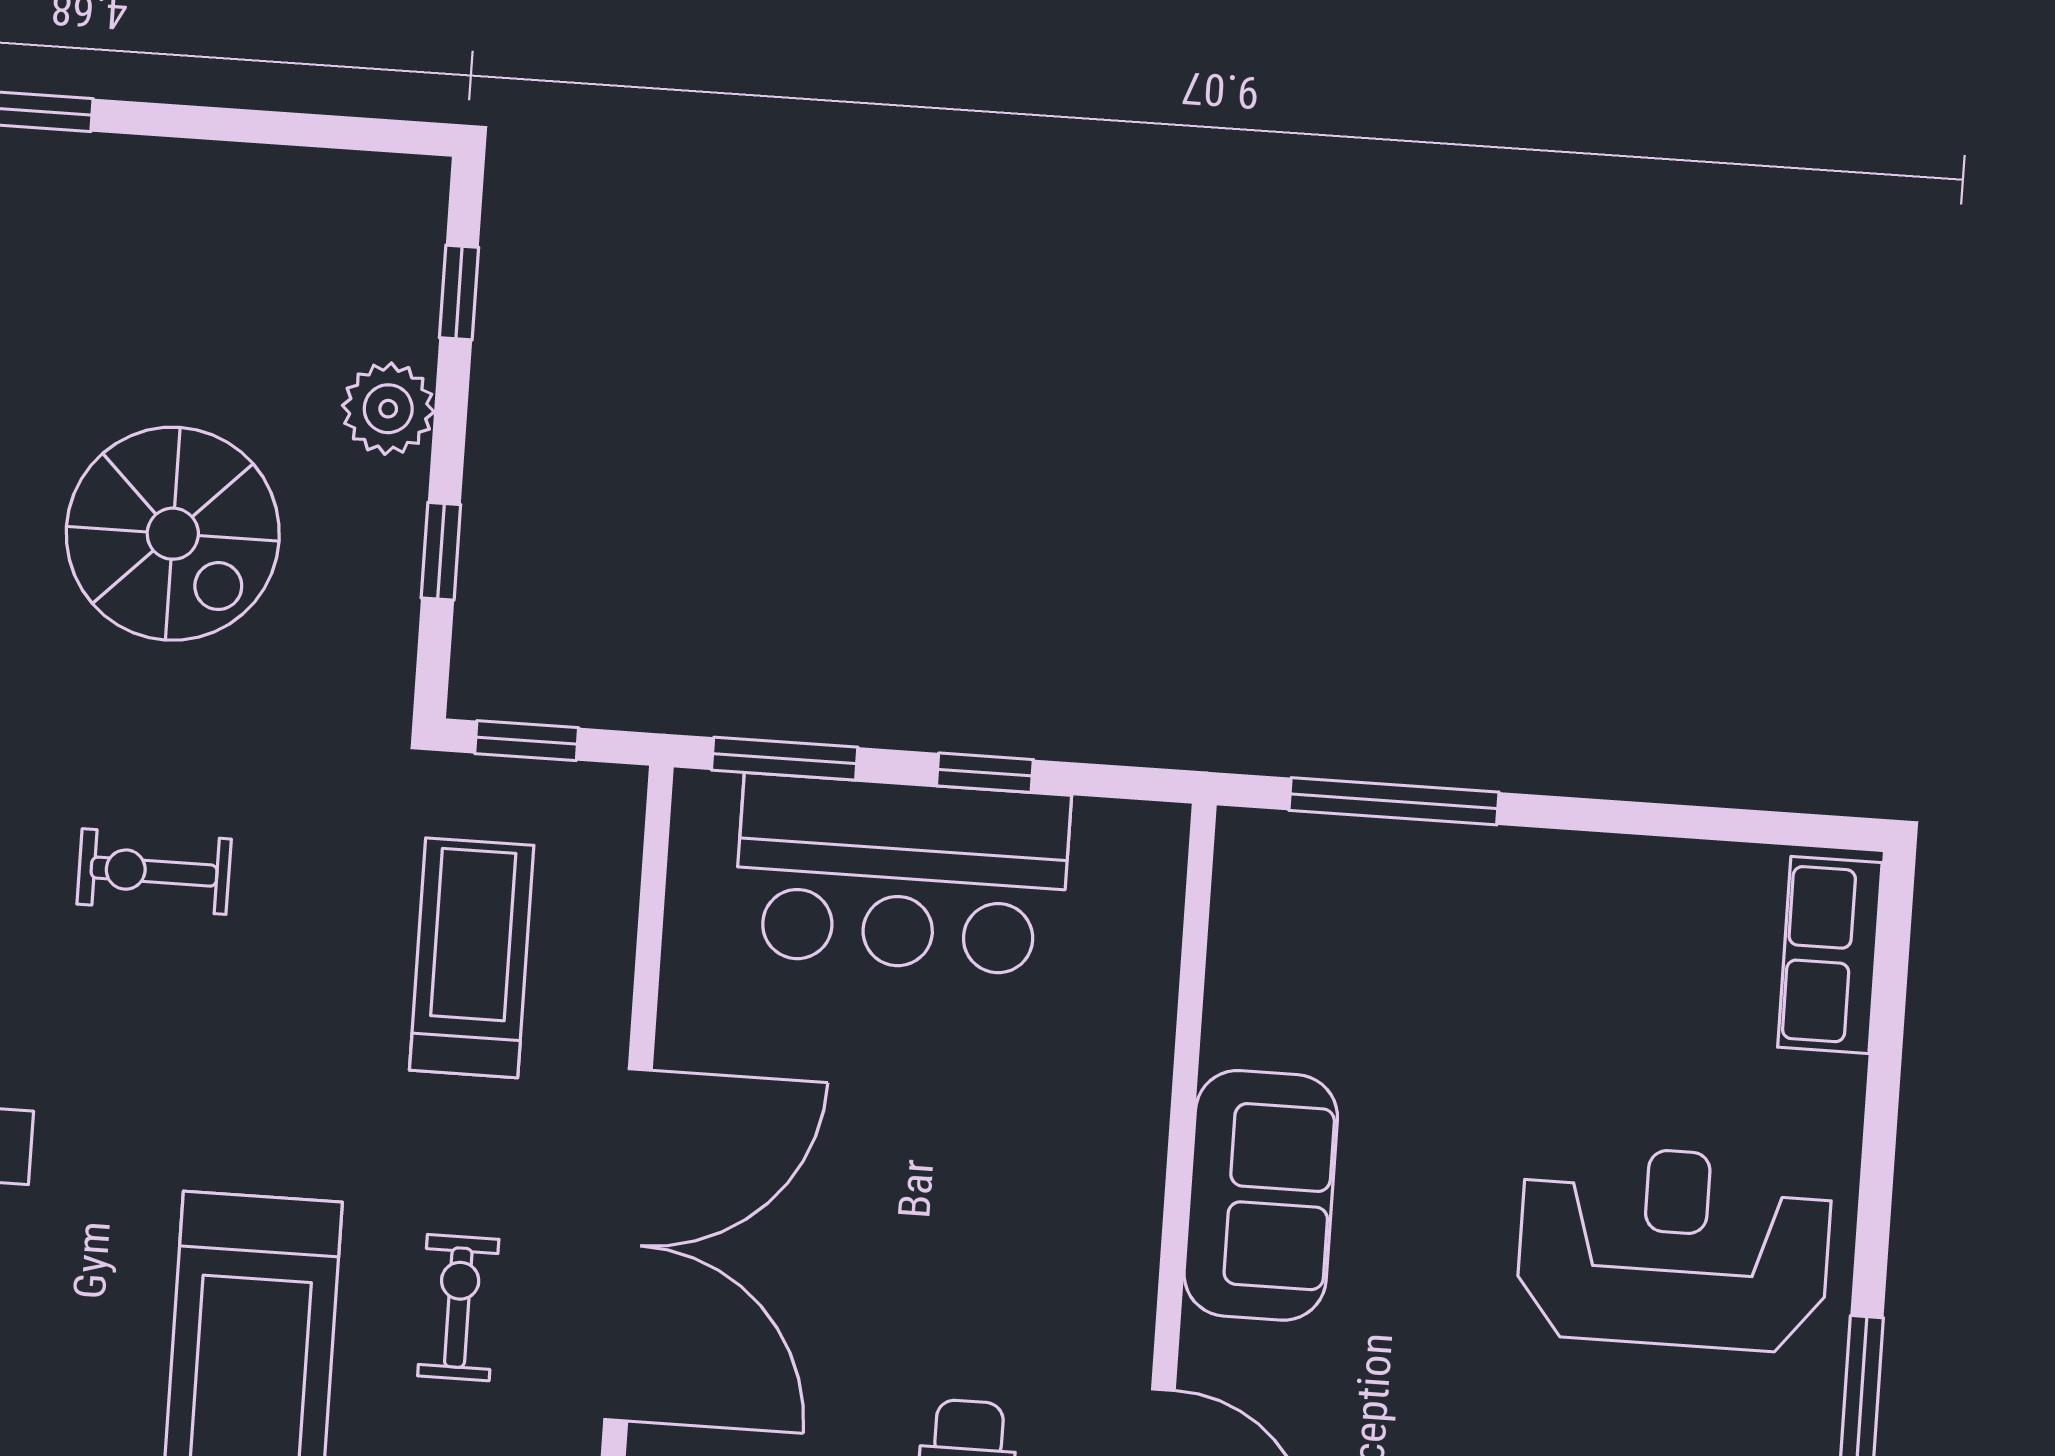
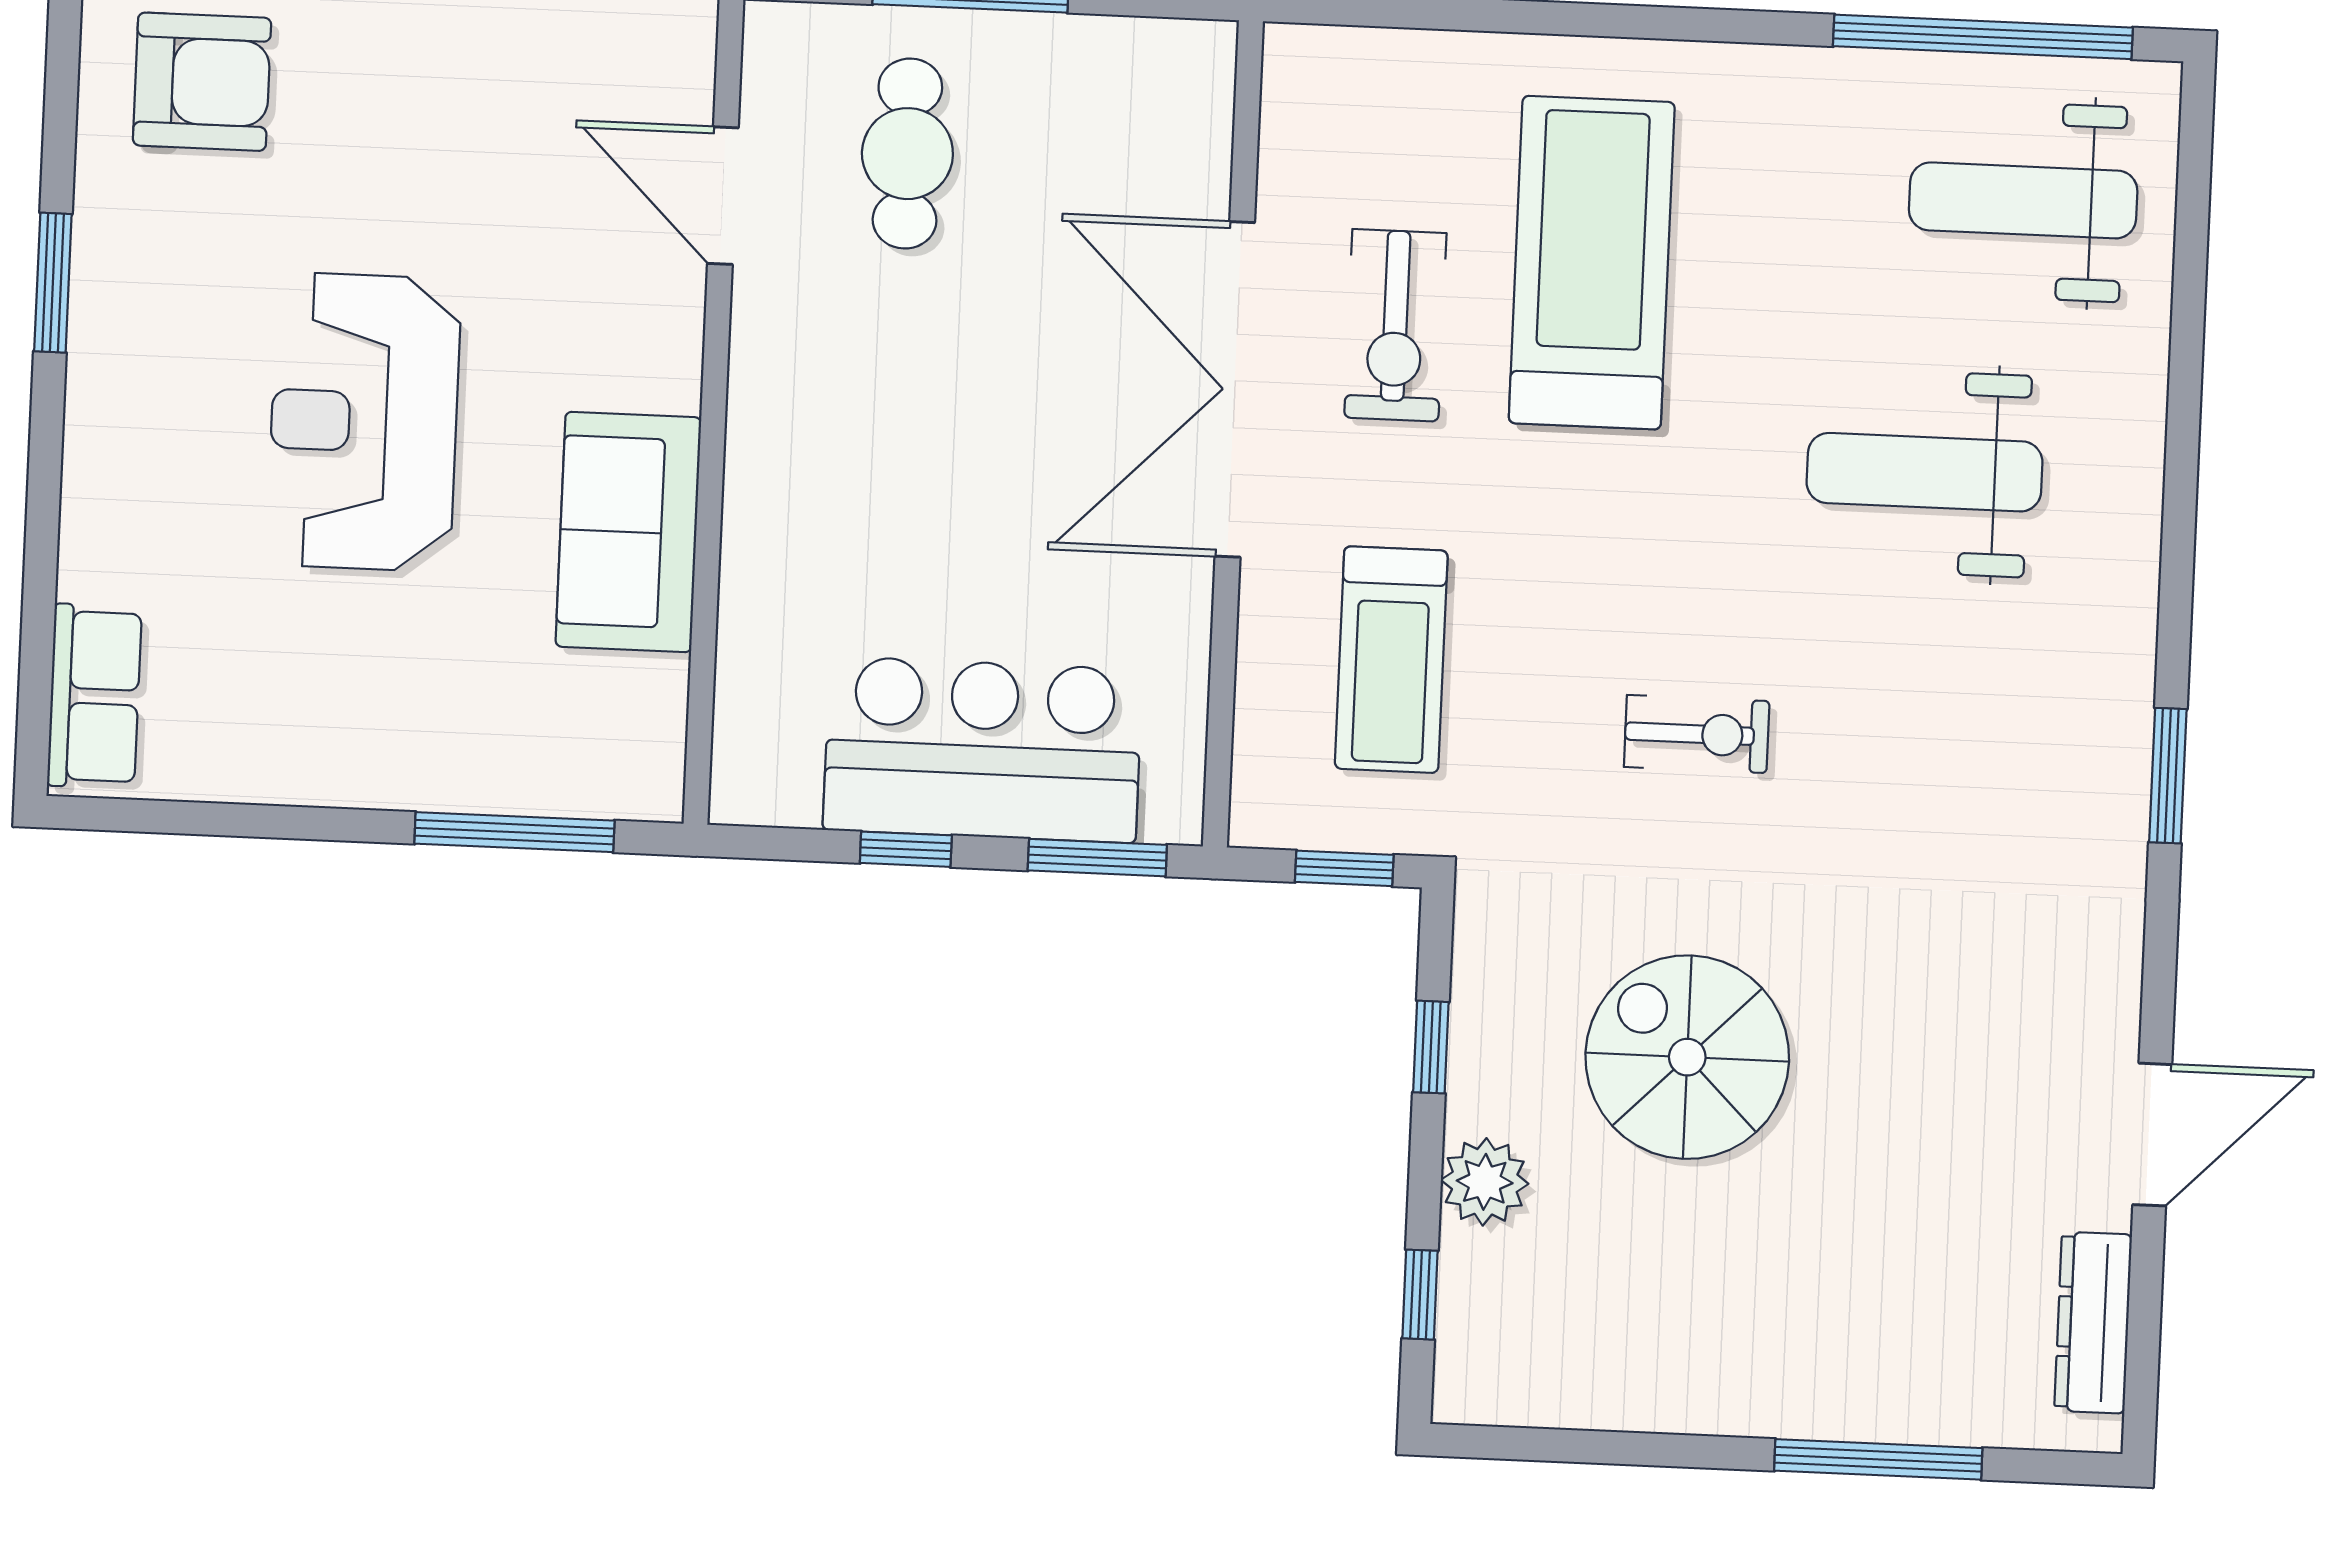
sofa: (1261, 1195) -> (628, 532), moved
reception desk: (1674, 1248) -> (364, 422), moved, turned 90
exercise bike: (458, 1308) -> (1395, 325), width x1.38, depth x1.39

